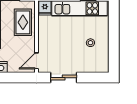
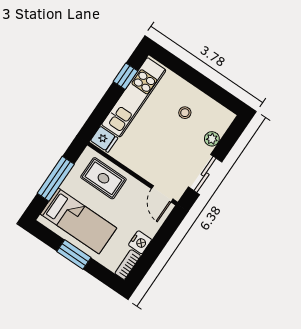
plant: (86, 68) -> (212, 139), added

